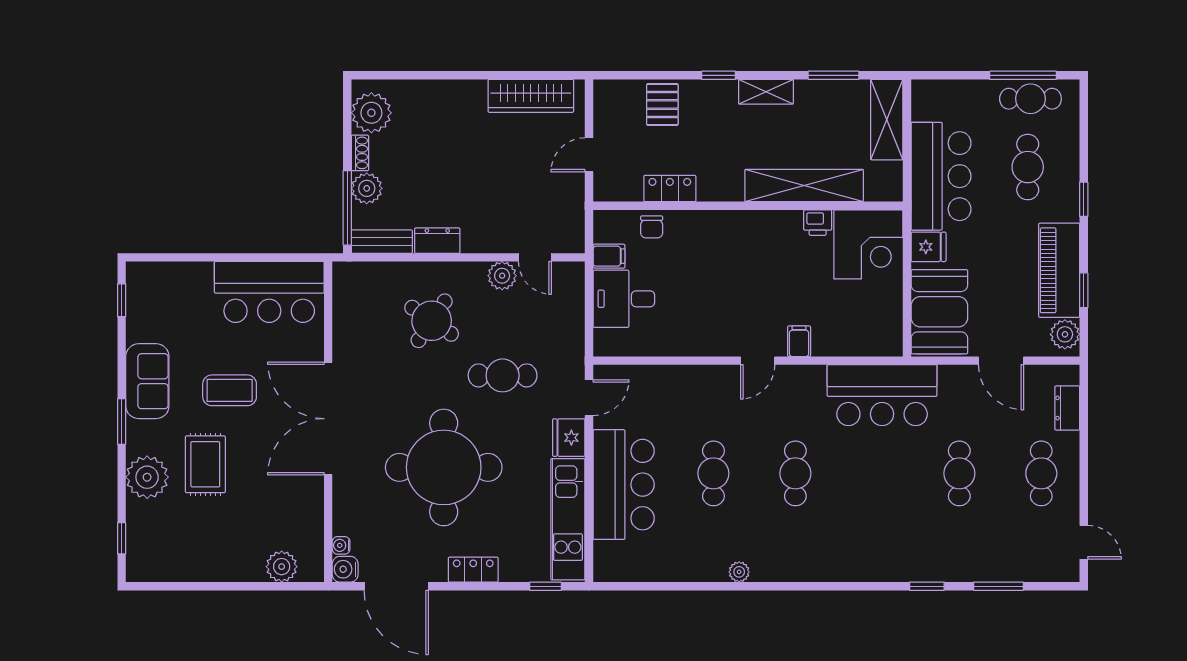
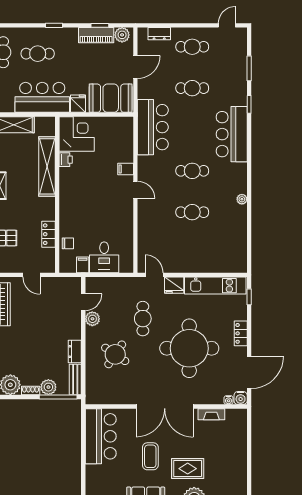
piano: (1059, 270) -> (96, 35), width x0.73, depth x0.75
bar counter: (624, 485) -> (232, 134), moved, turned -90
fireplace: (313, 511) -> (211, 414), added
plant: (282, 567) -> (239, 430), removed

